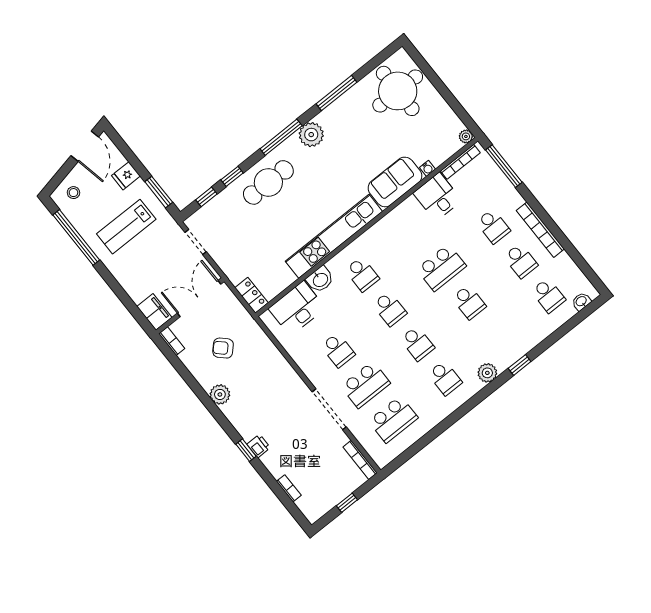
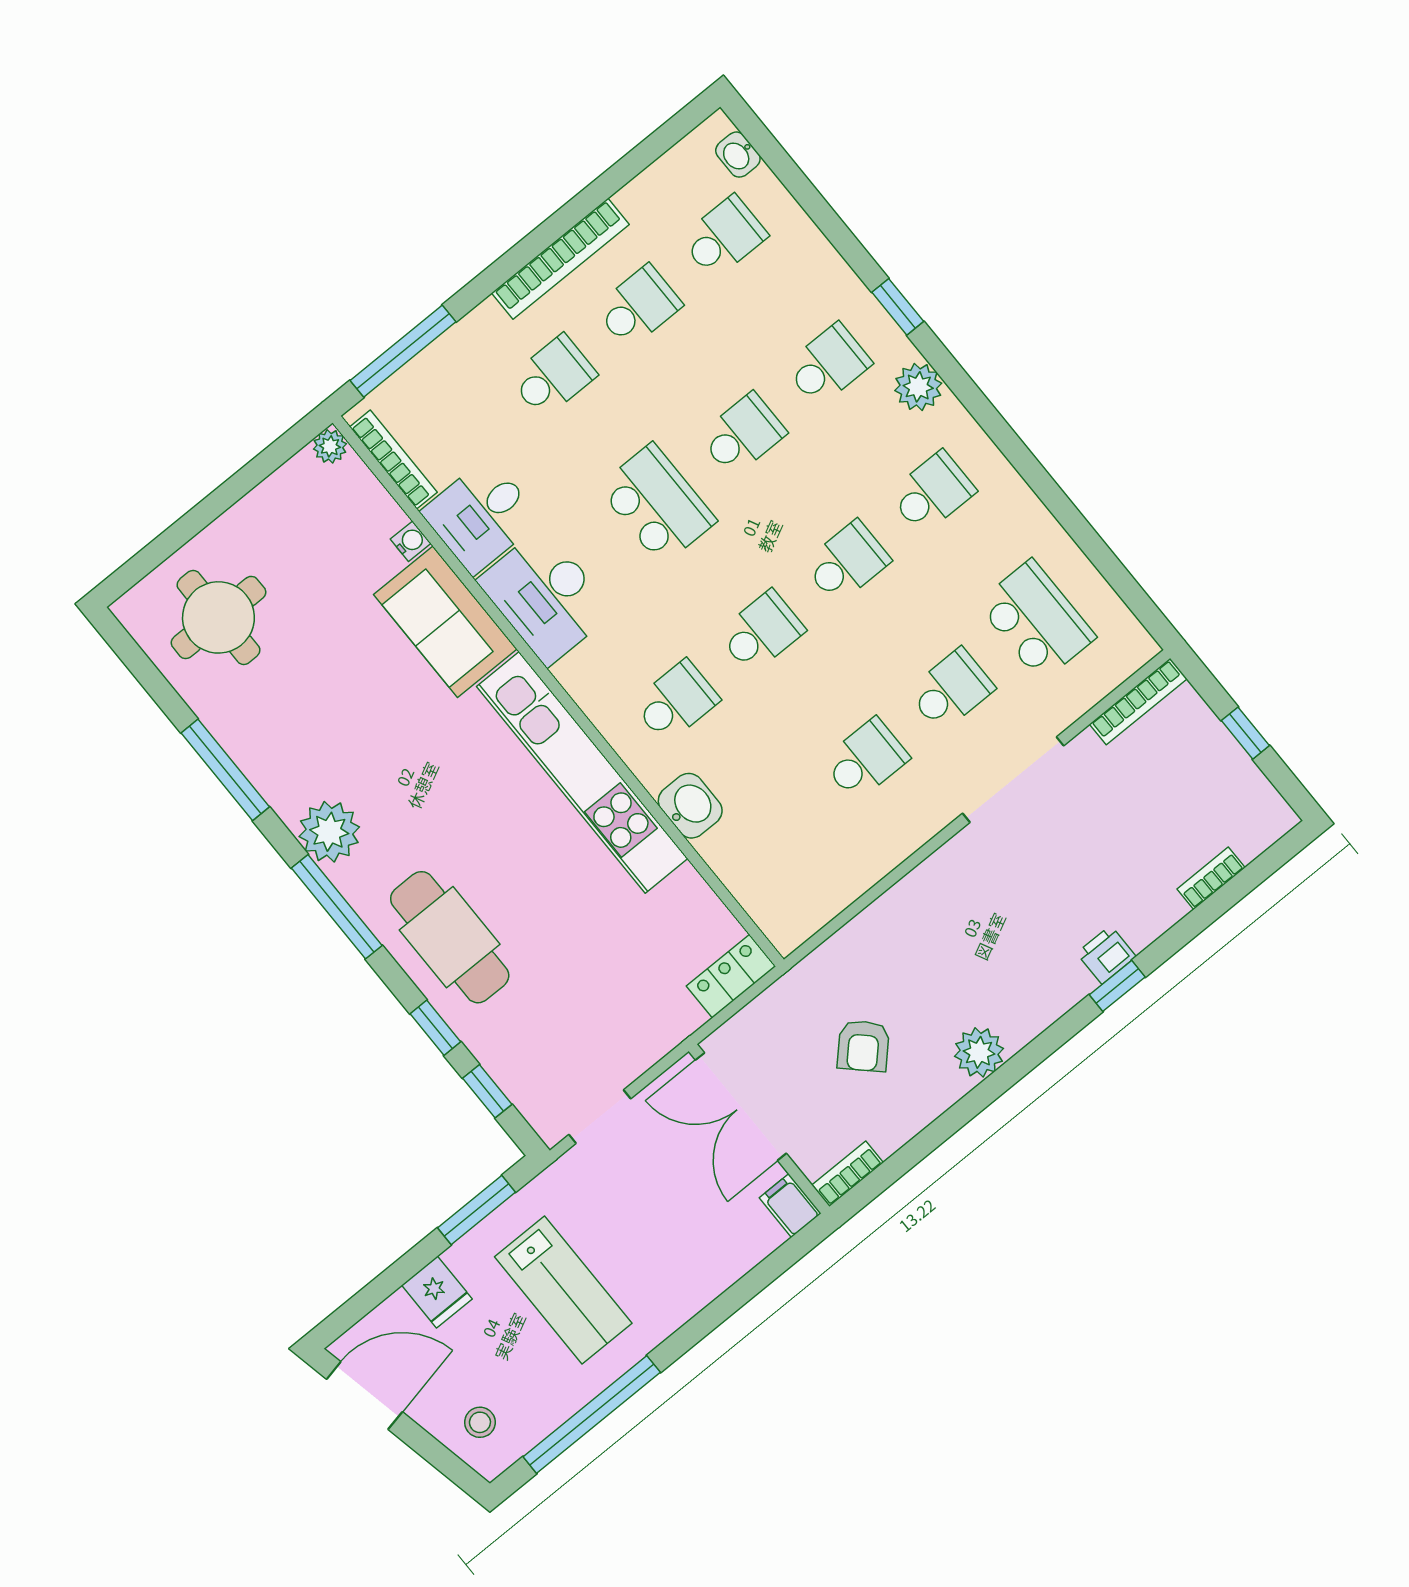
round table: (398, 91) -> (218, 617), width x0.73, depth x0.73
desk: (297, 308) -> (545, 596), moved
filing cabinet: (154, 312) -> (790, 1206), width x0.50
school desk: (497, 337) -> (828, 365), added
school desk: (366, 385) -> (951, 690), width x0.54

